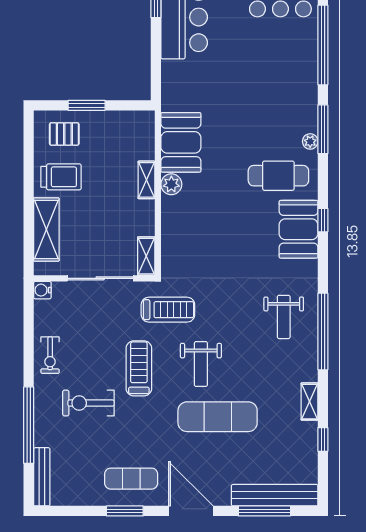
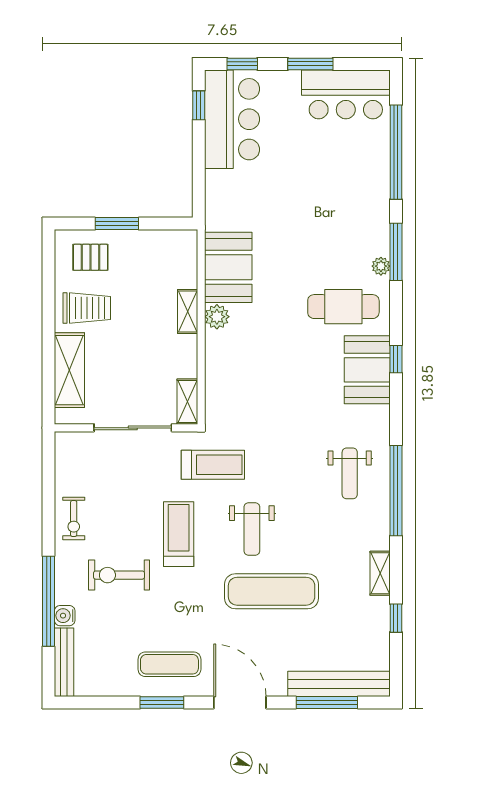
water cooler: (42, 290) -> (65, 616), moved

